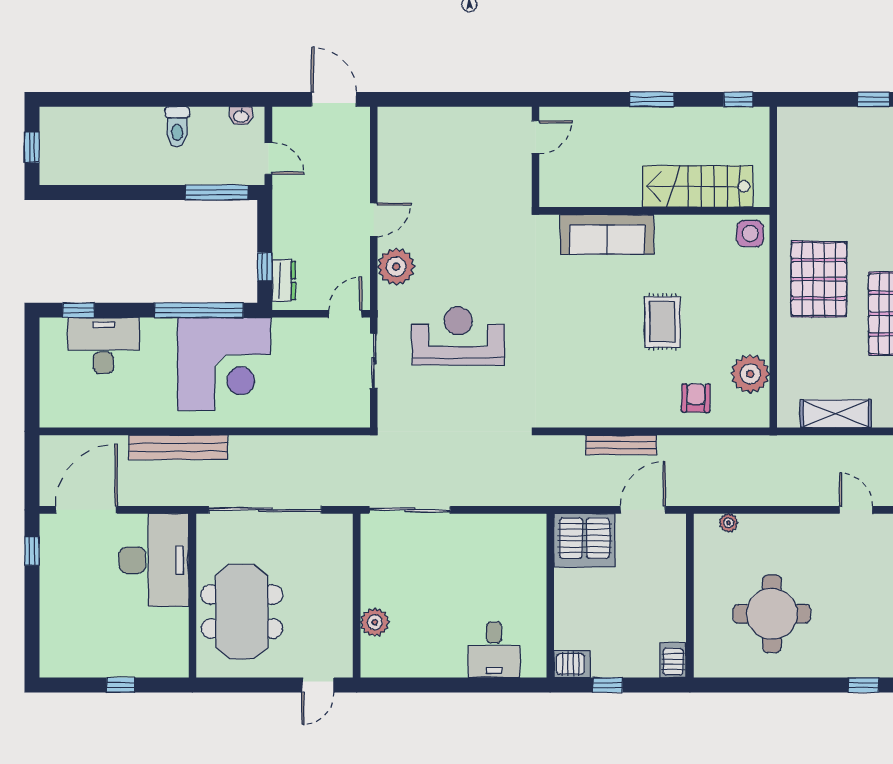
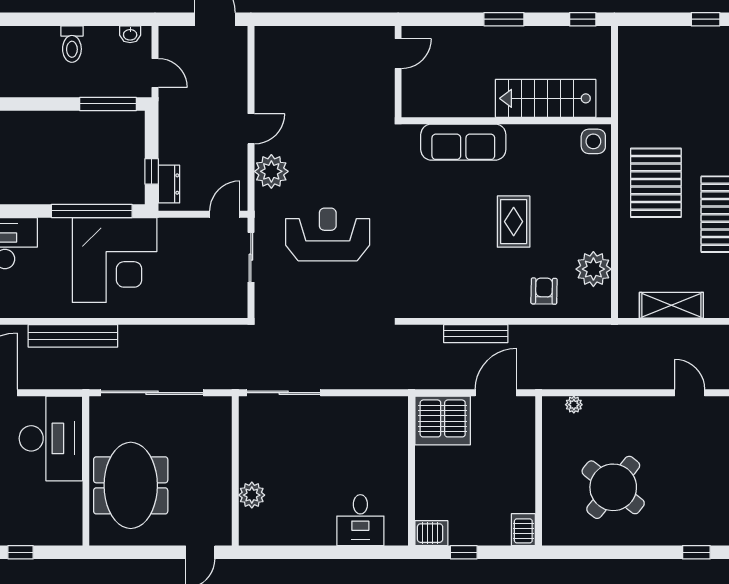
round table: (772, 614) -> (613, 487), turned 38

